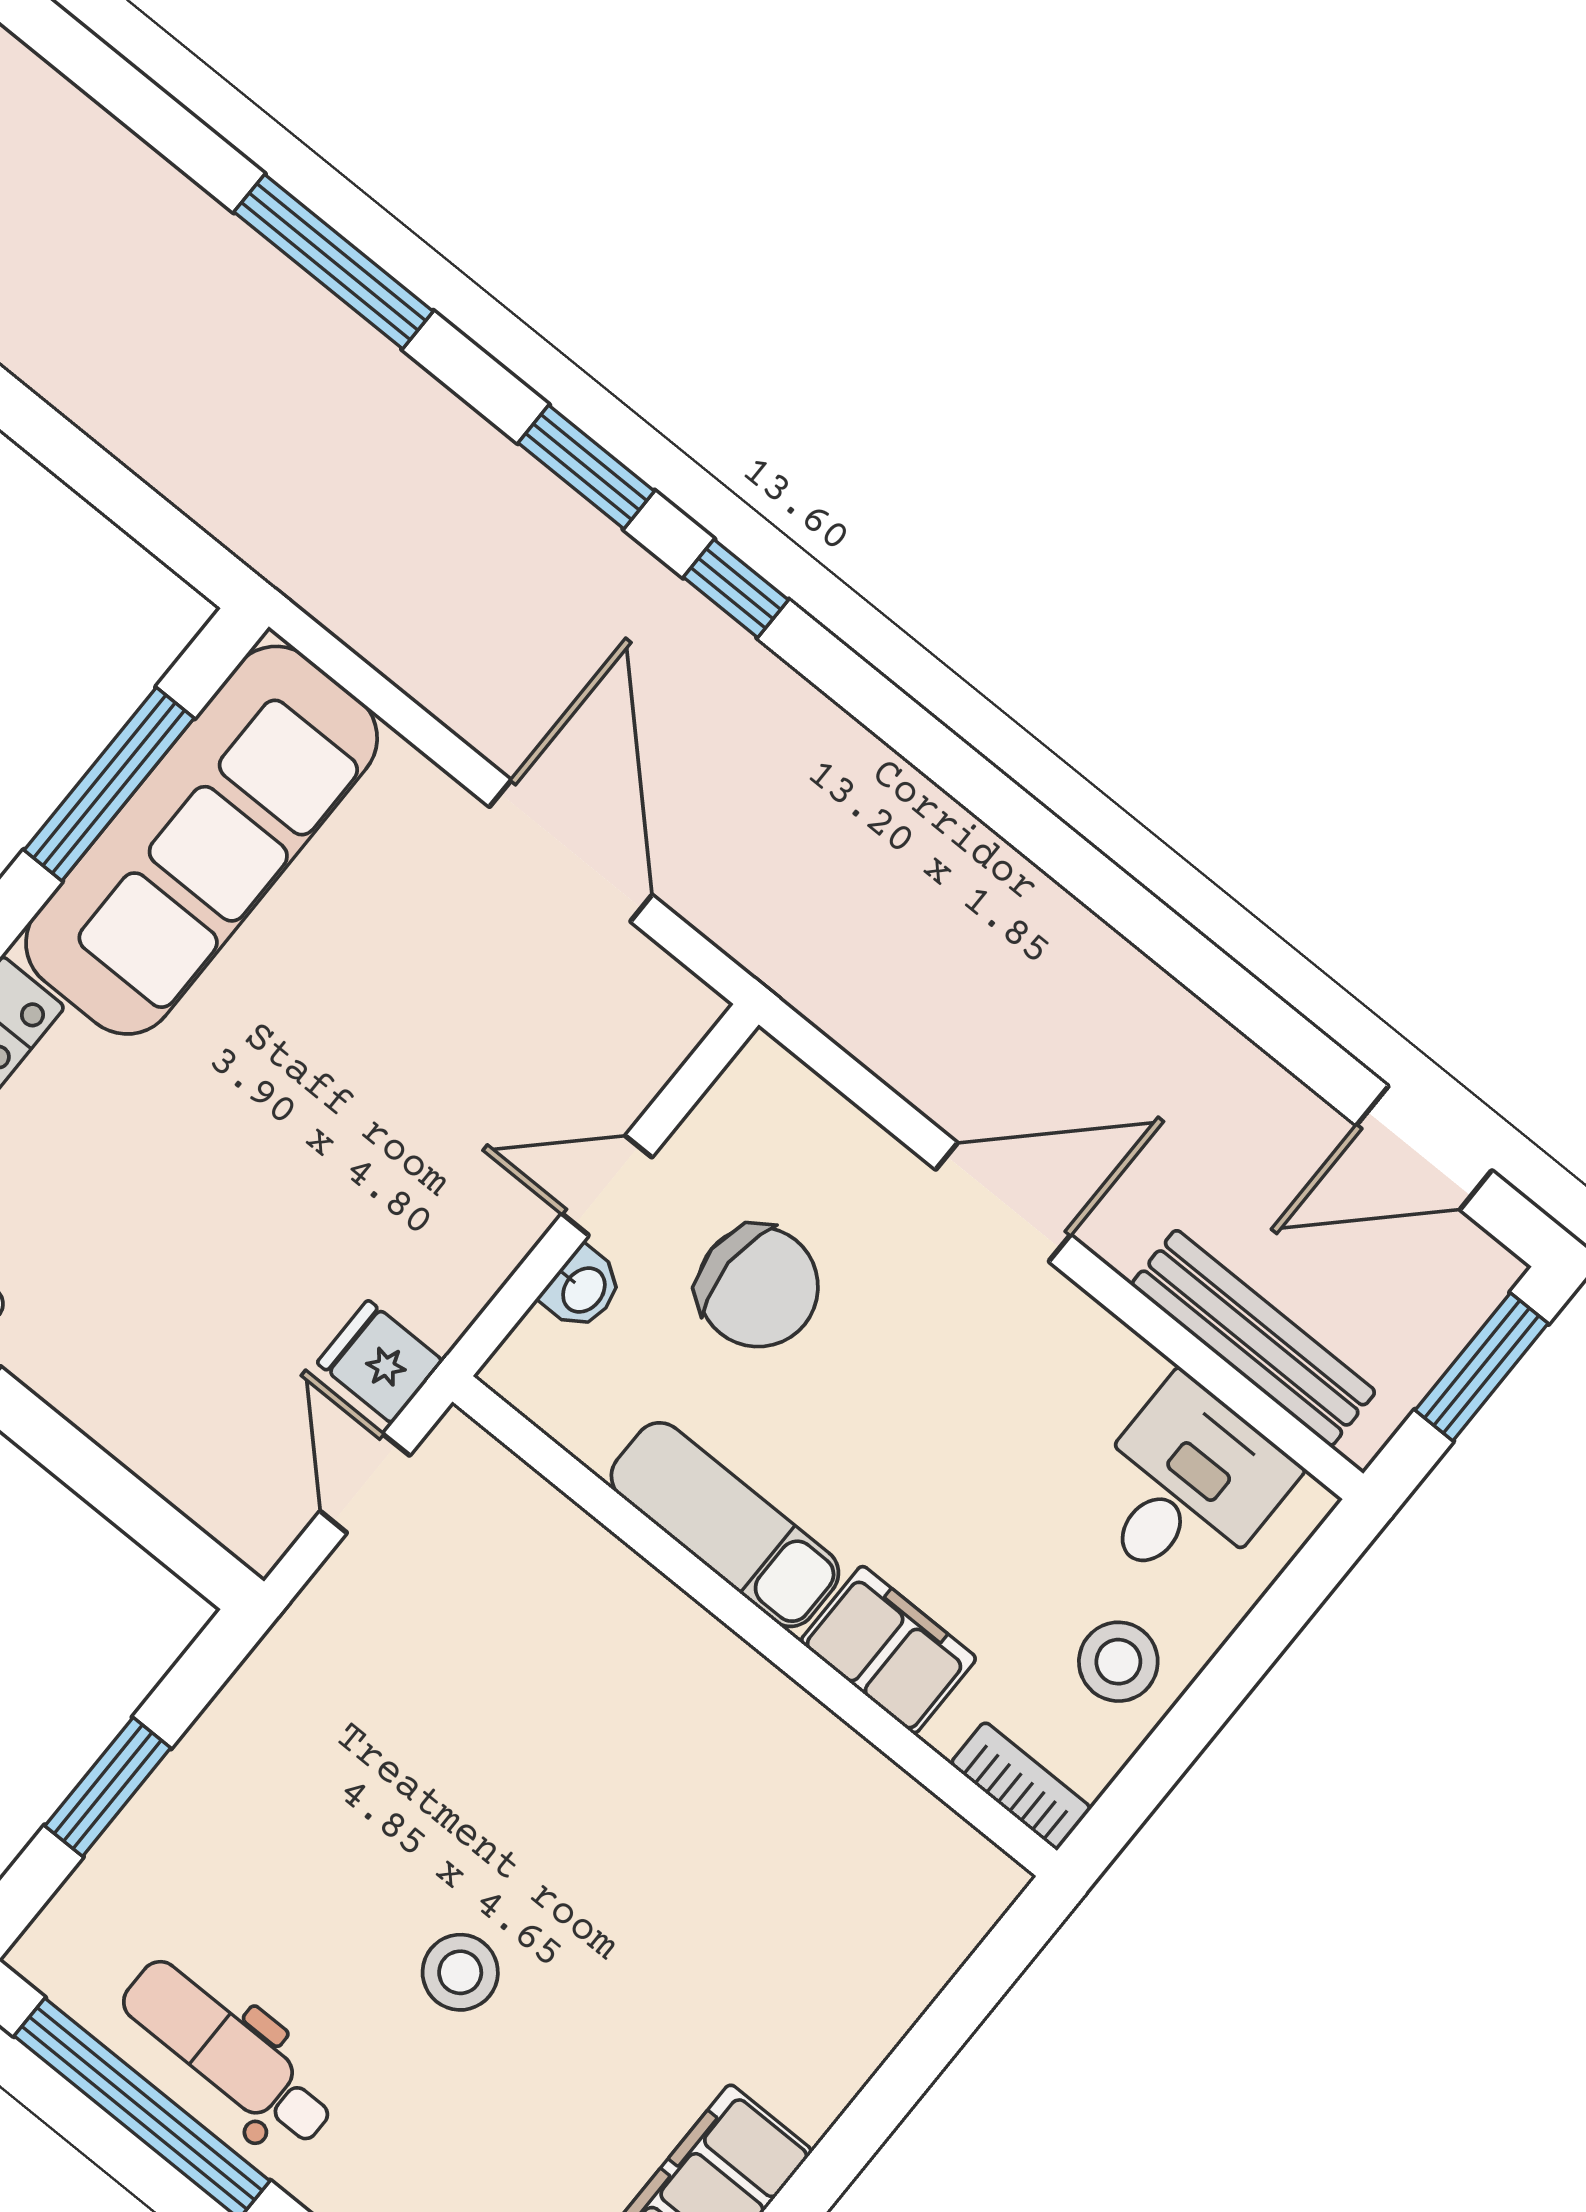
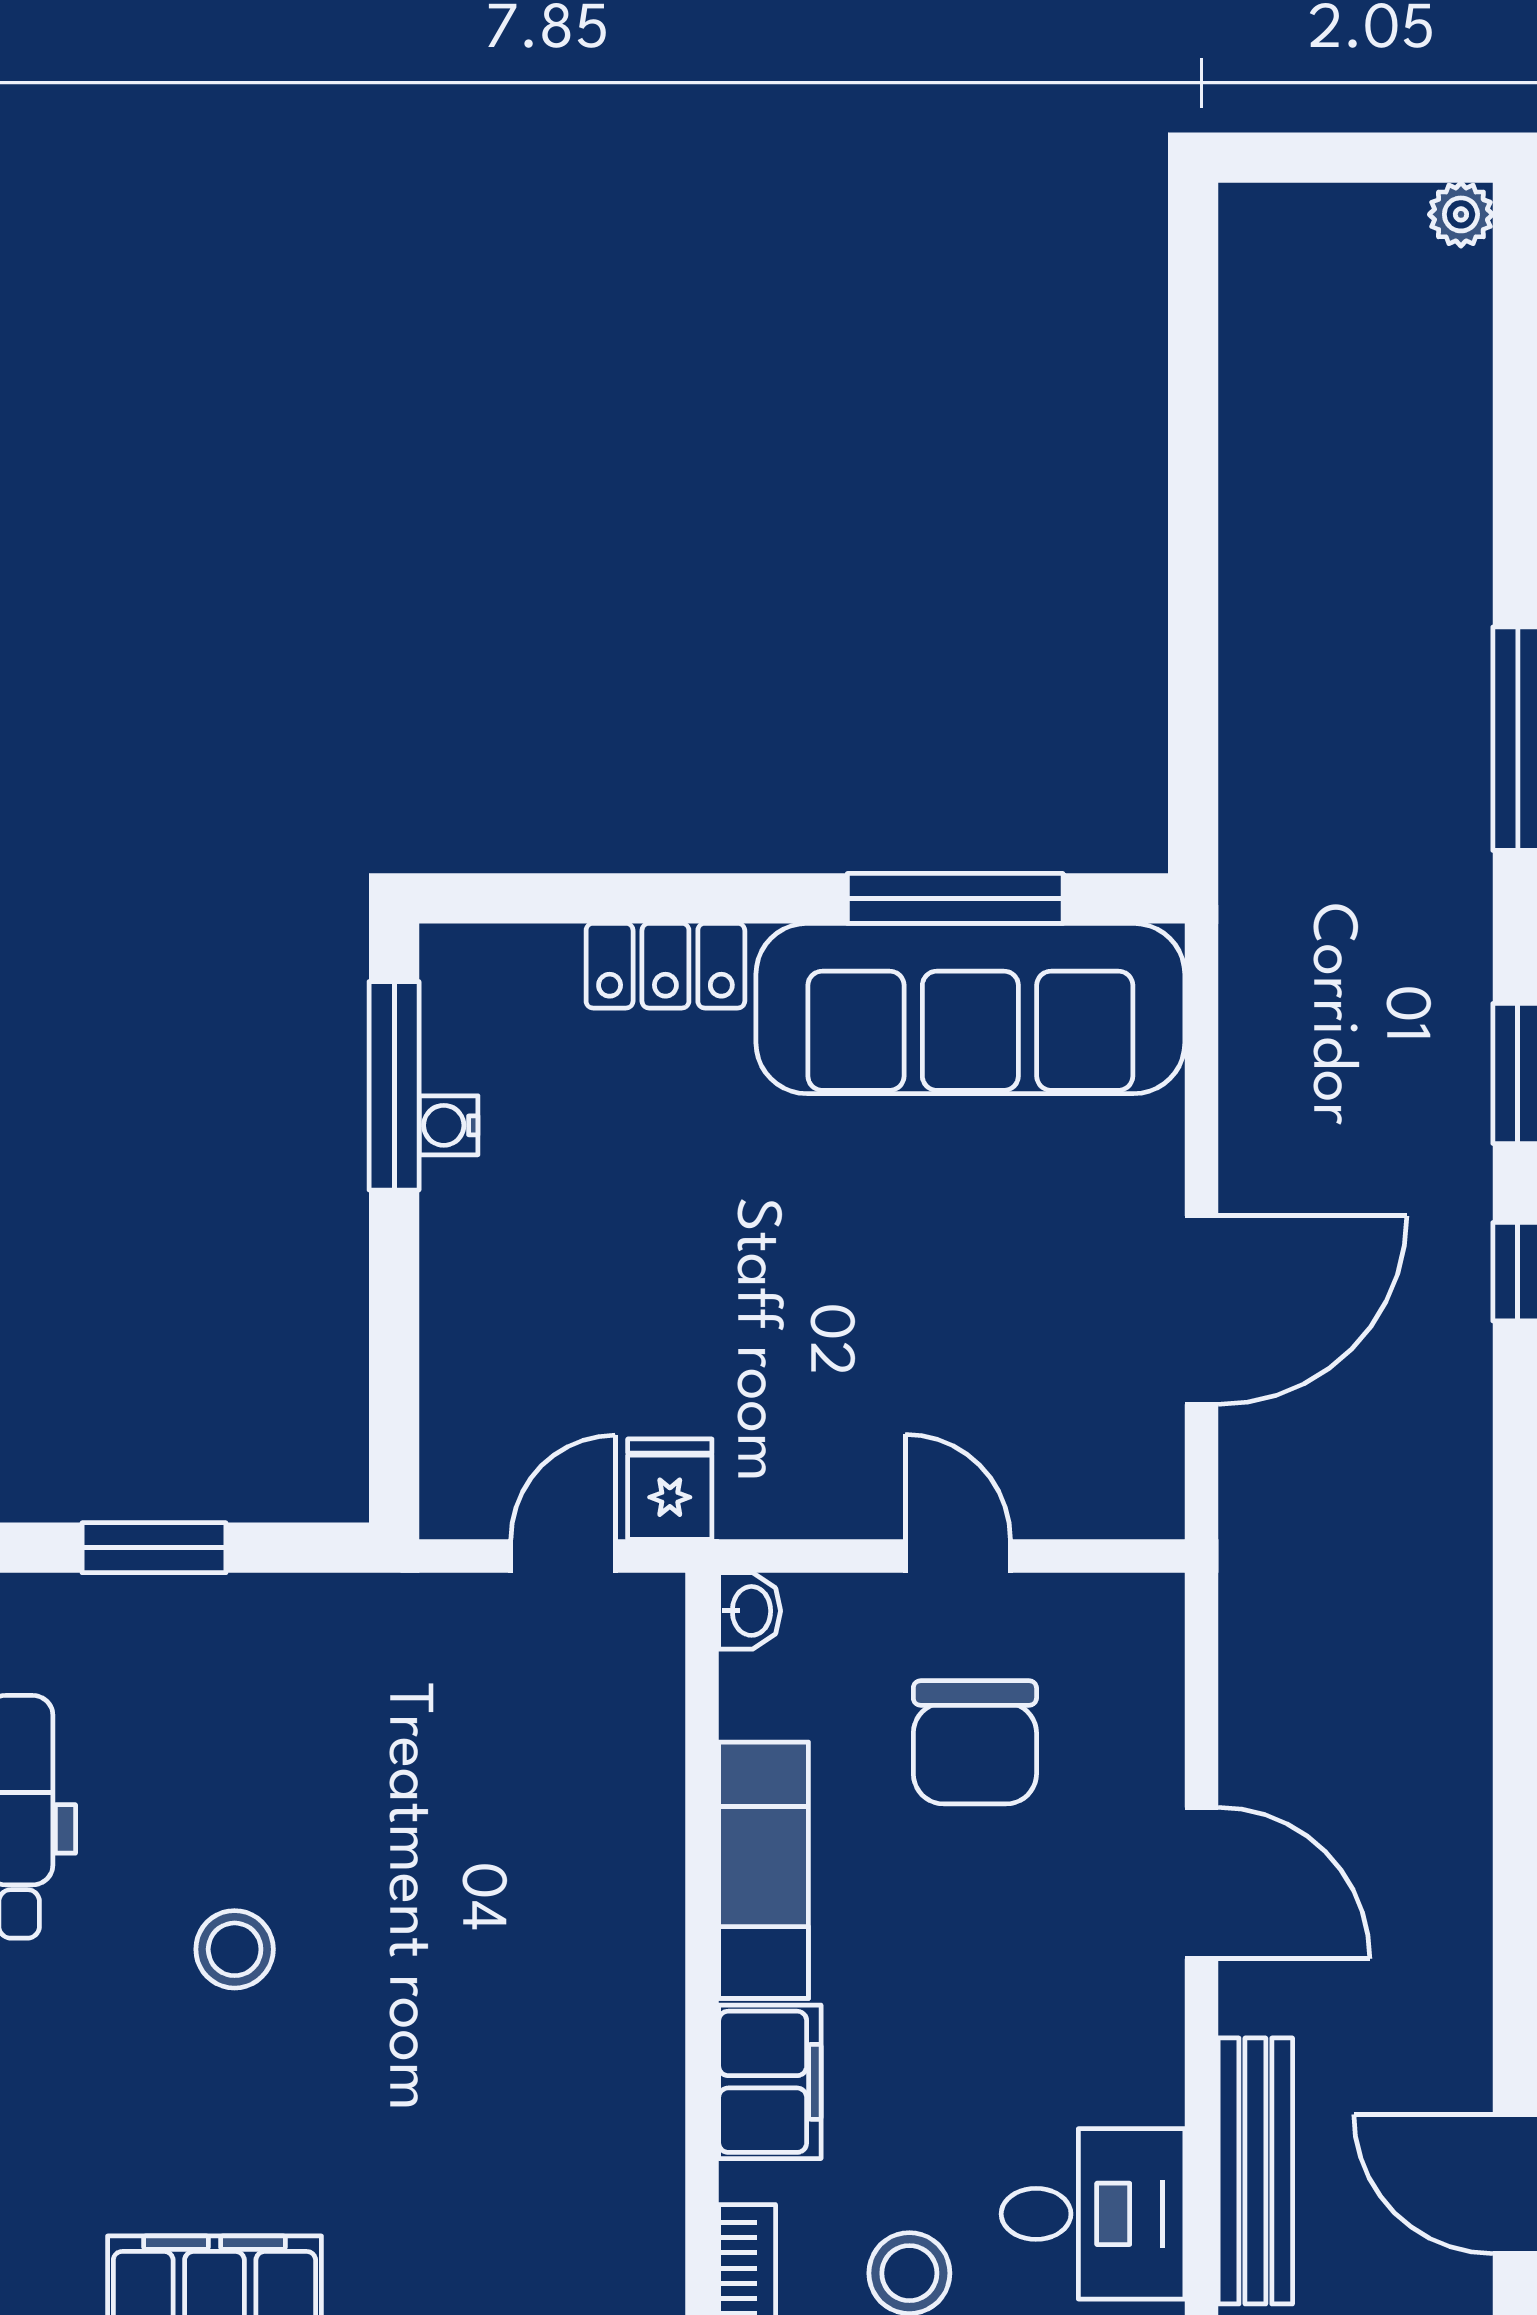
washbasin: (583, 1289) -> (750, 1611), moved, turned -90

